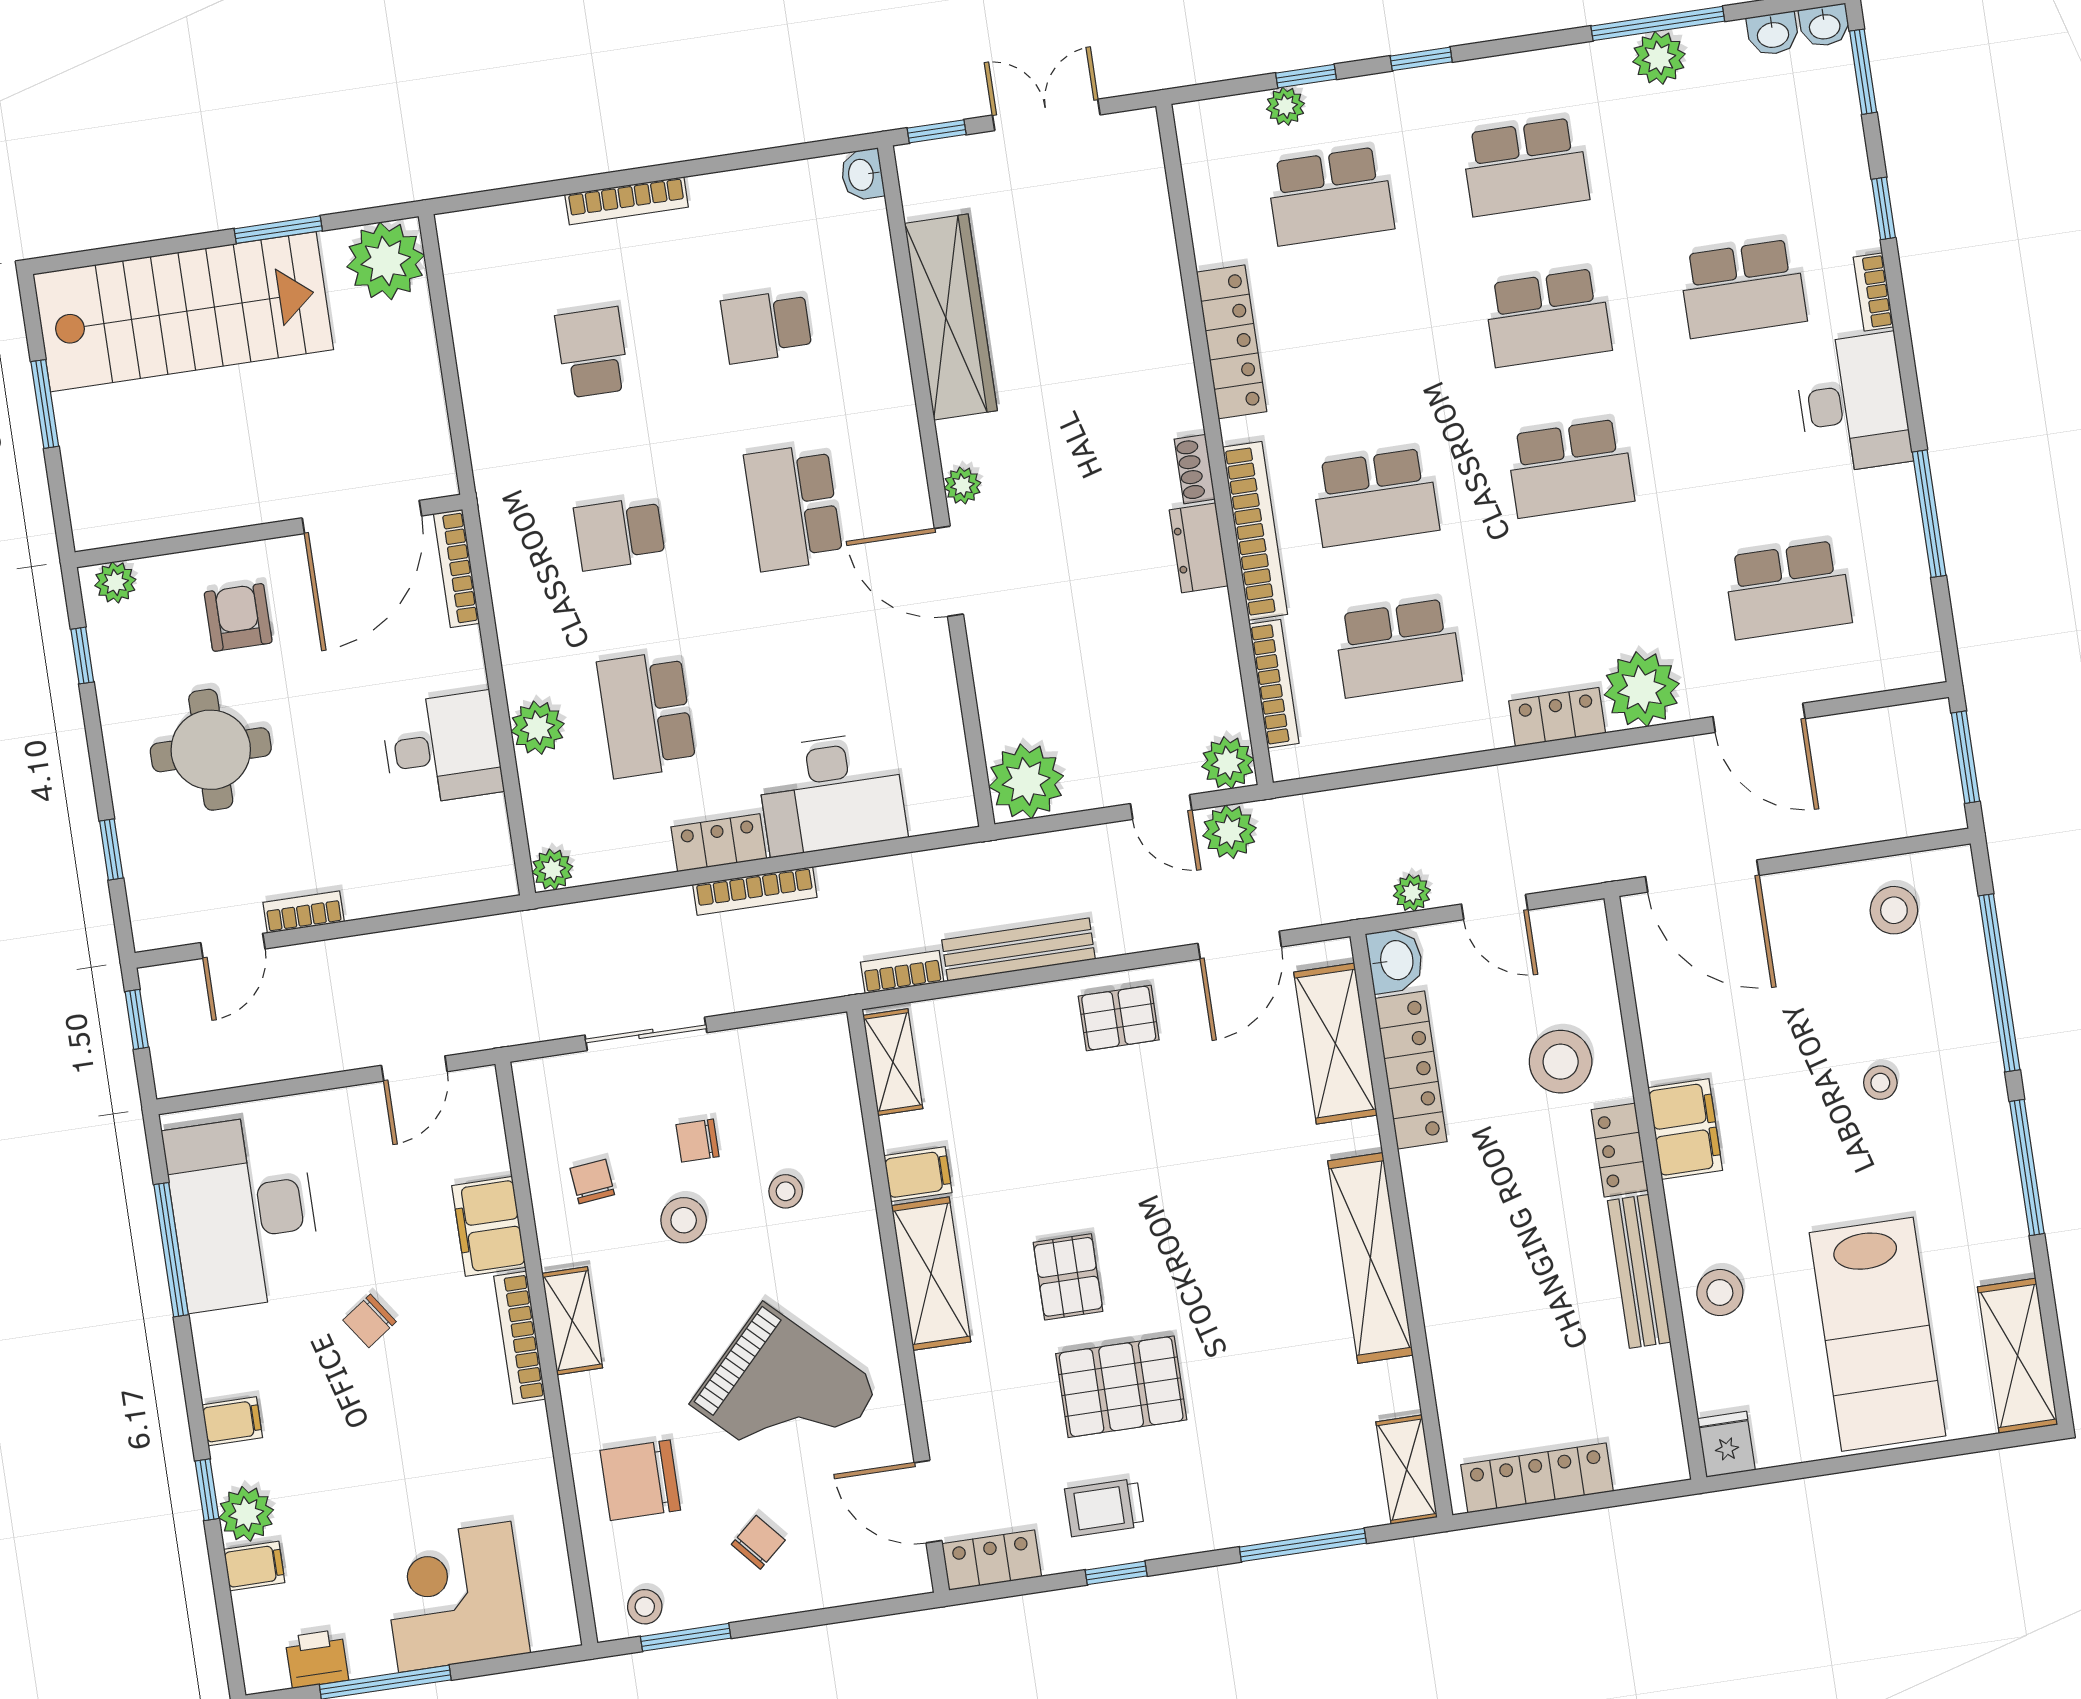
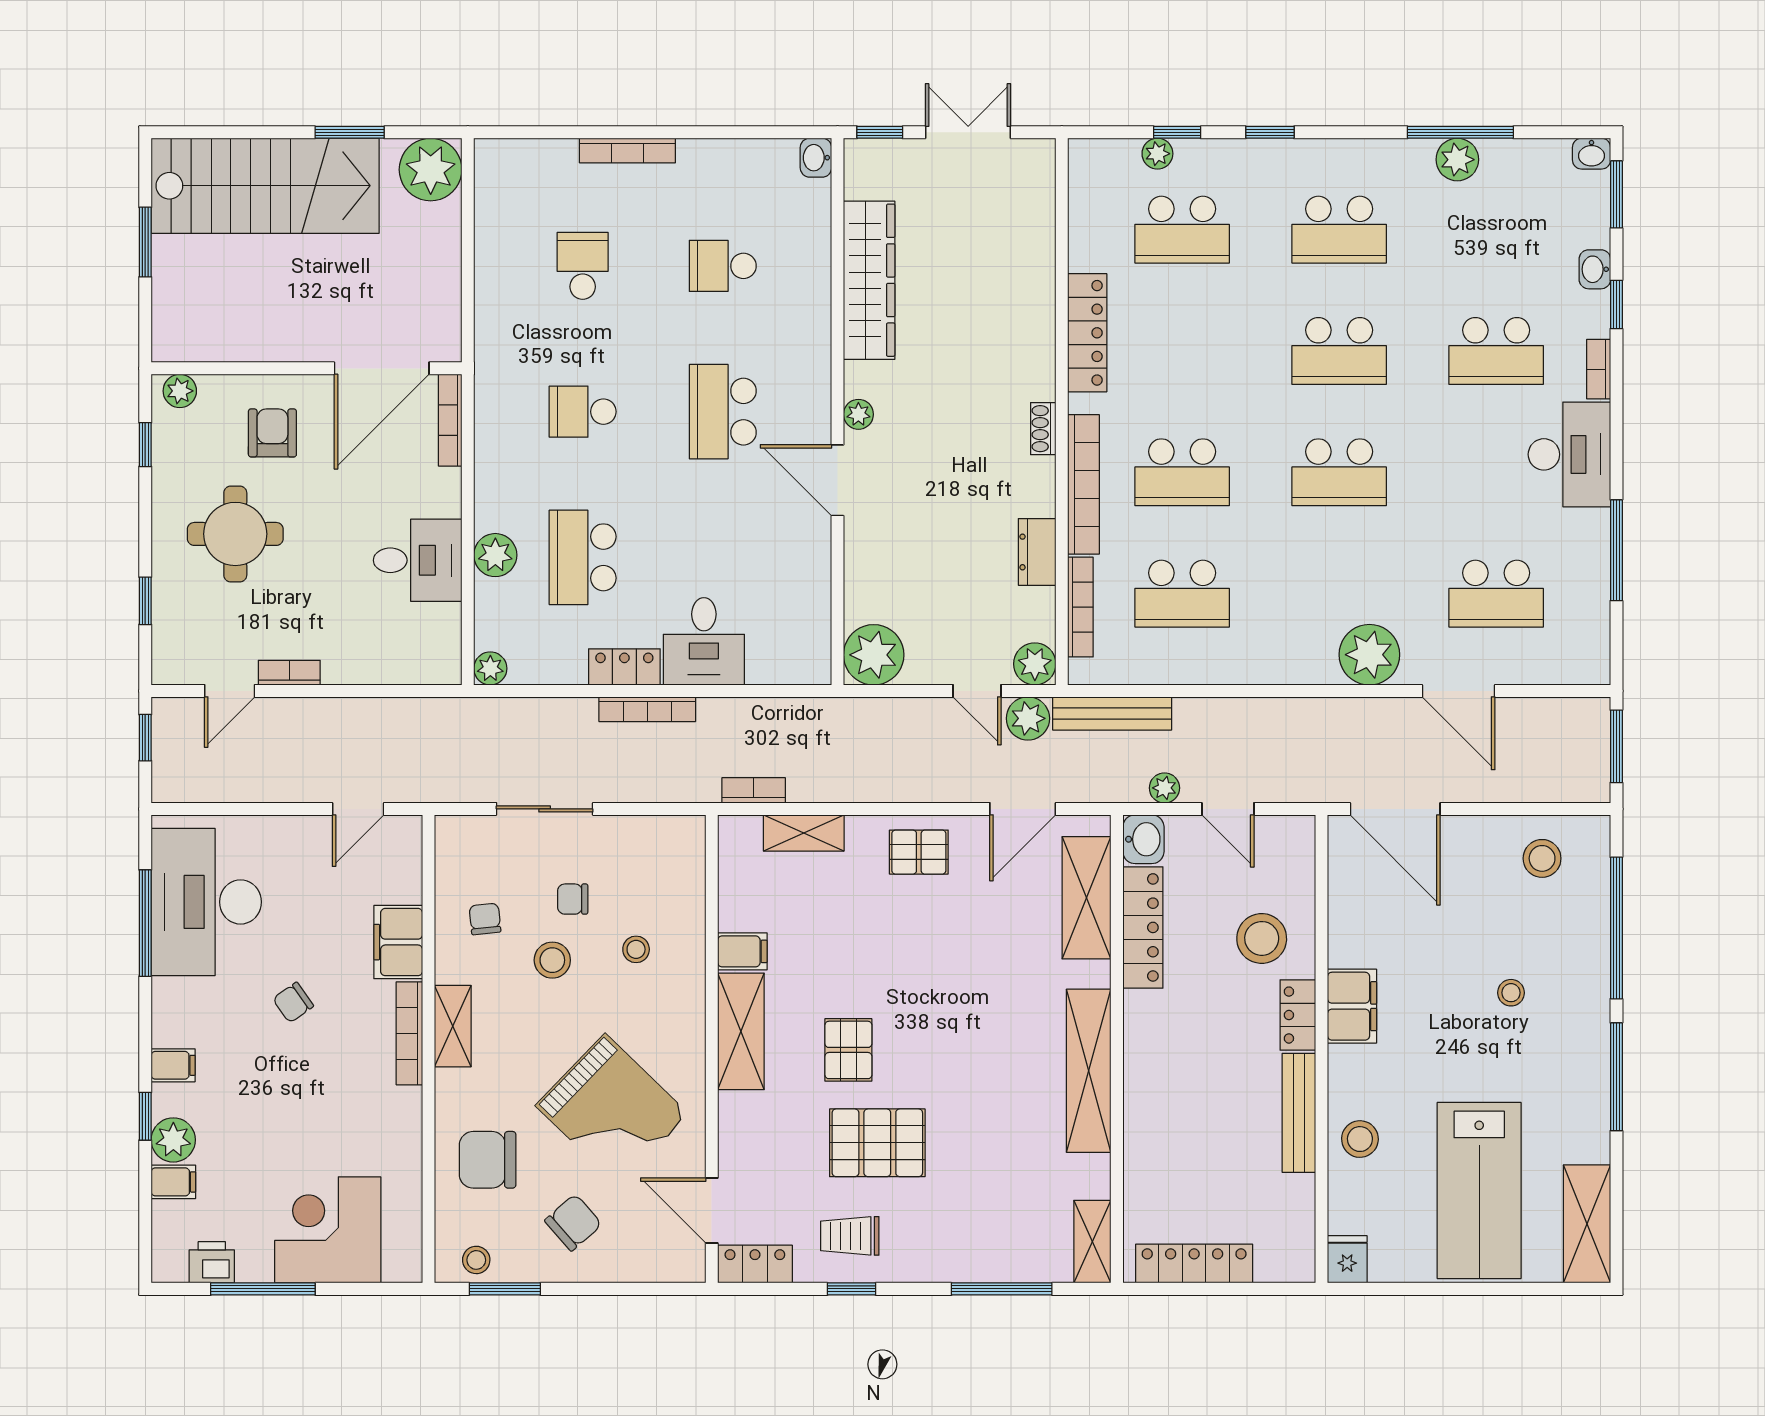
washbasin: (1773, 34) -> (1595, 269), moved, turned 90
dresser: (1199, 548) -> (1037, 552), moved
locker: (1557, 717) -> (1300, 667), removed
desk: (831, 793) -> (704, 641), width x0.73
bench: (1018, 950) -> (1112, 713), moved
shelving: (893, 1062) -> (804, 833), moved, turned 90
chair: (758, 1542) -> (573, 1223), width x1.37, depth x1.37

